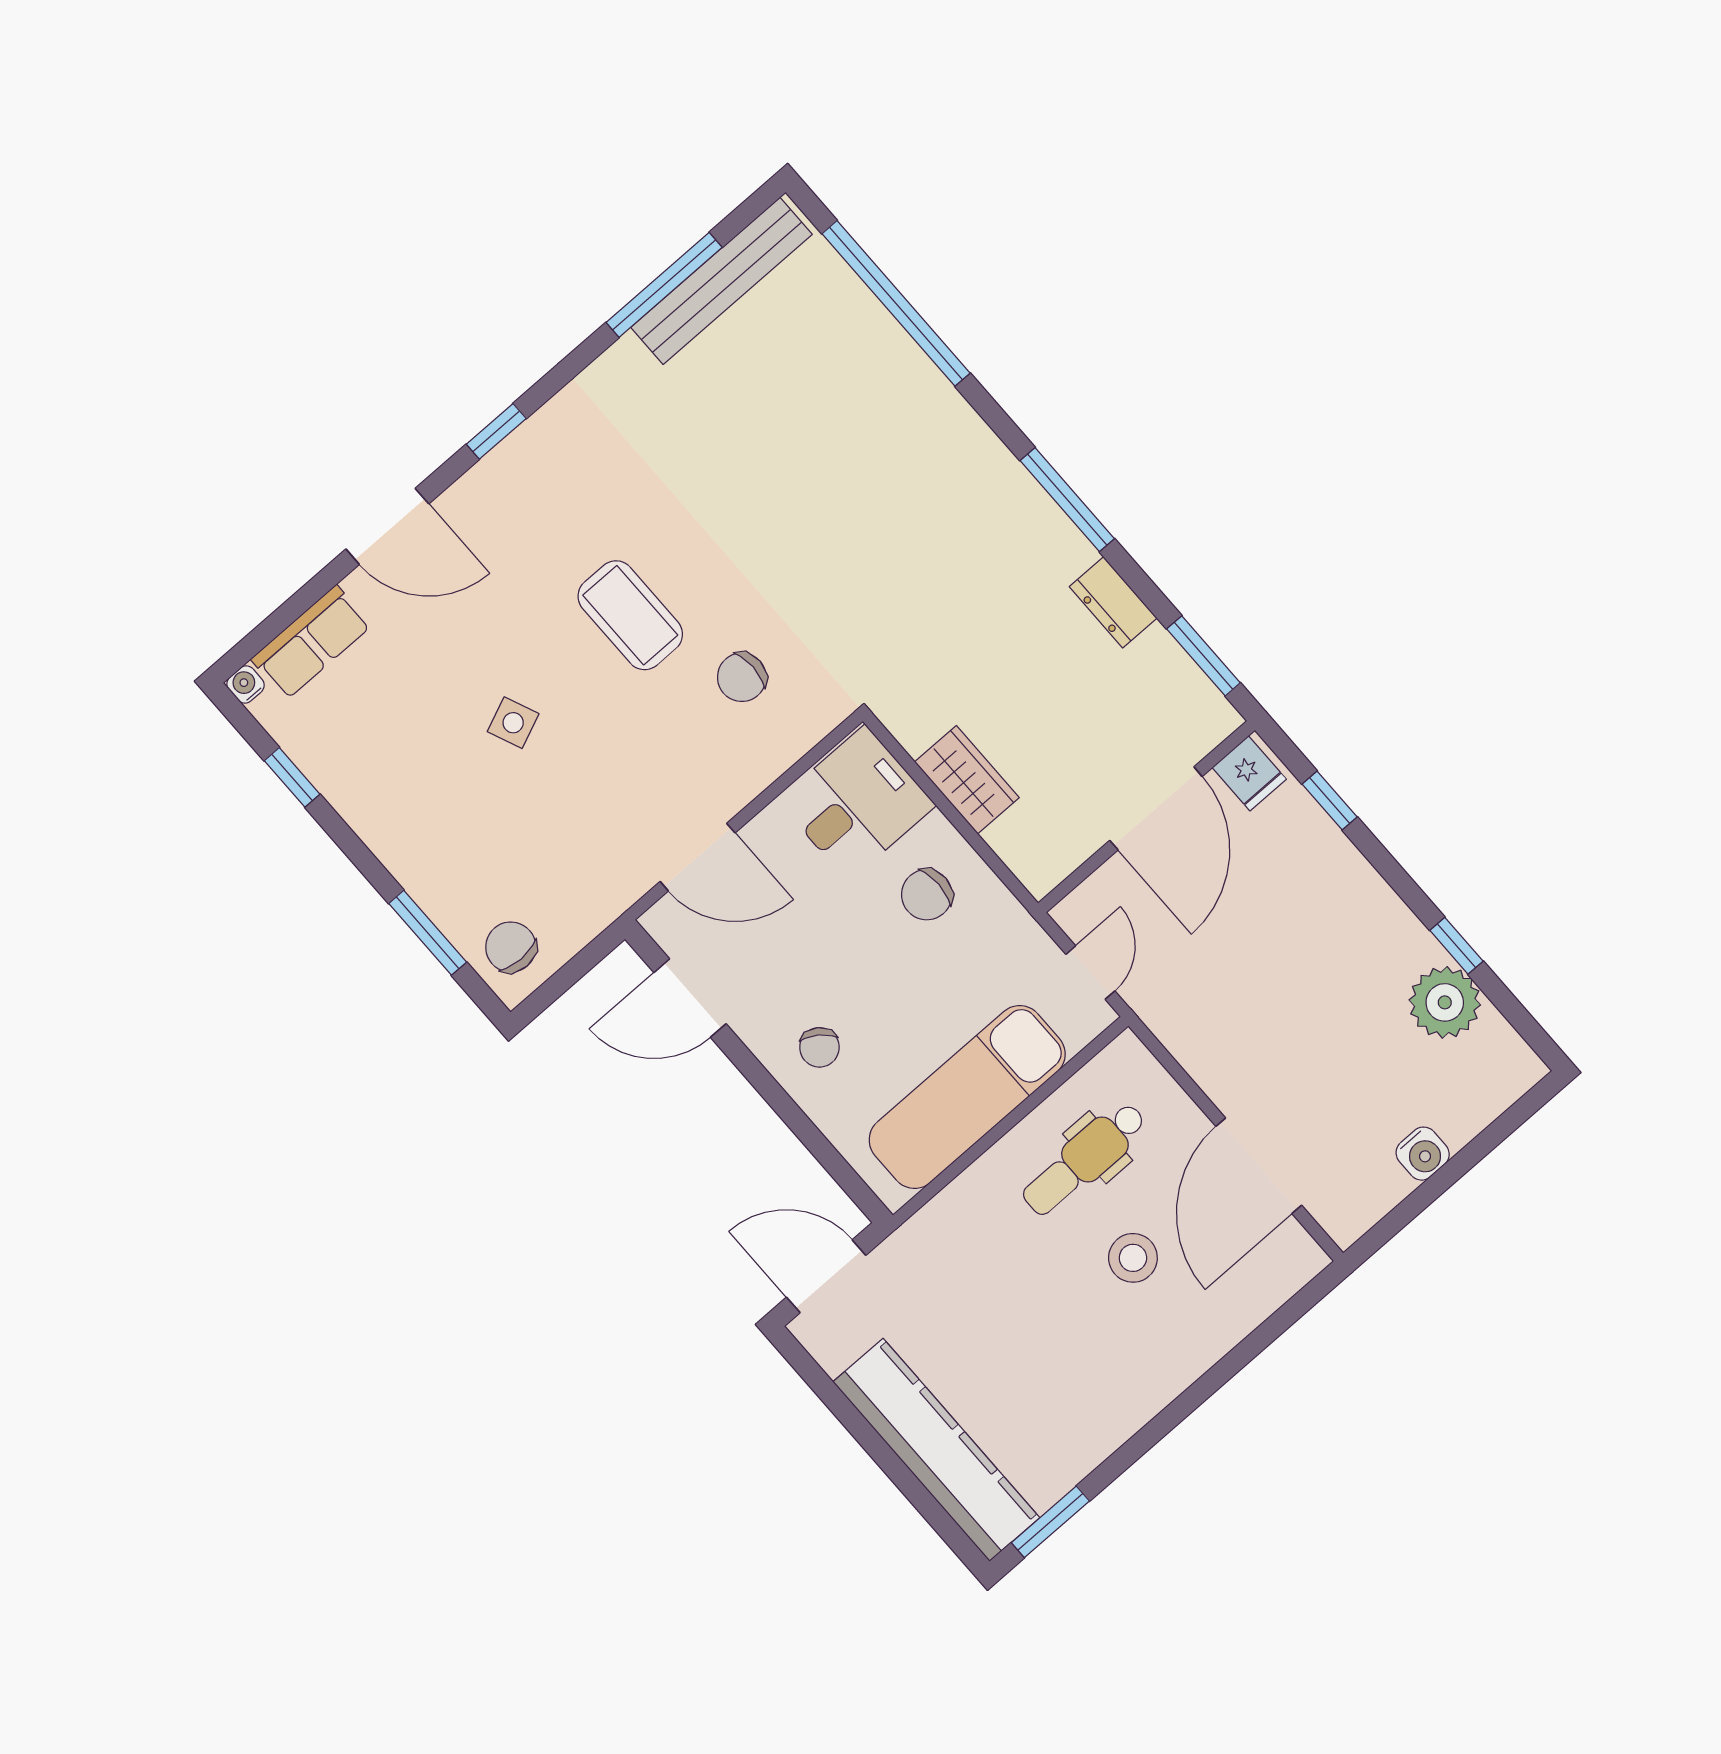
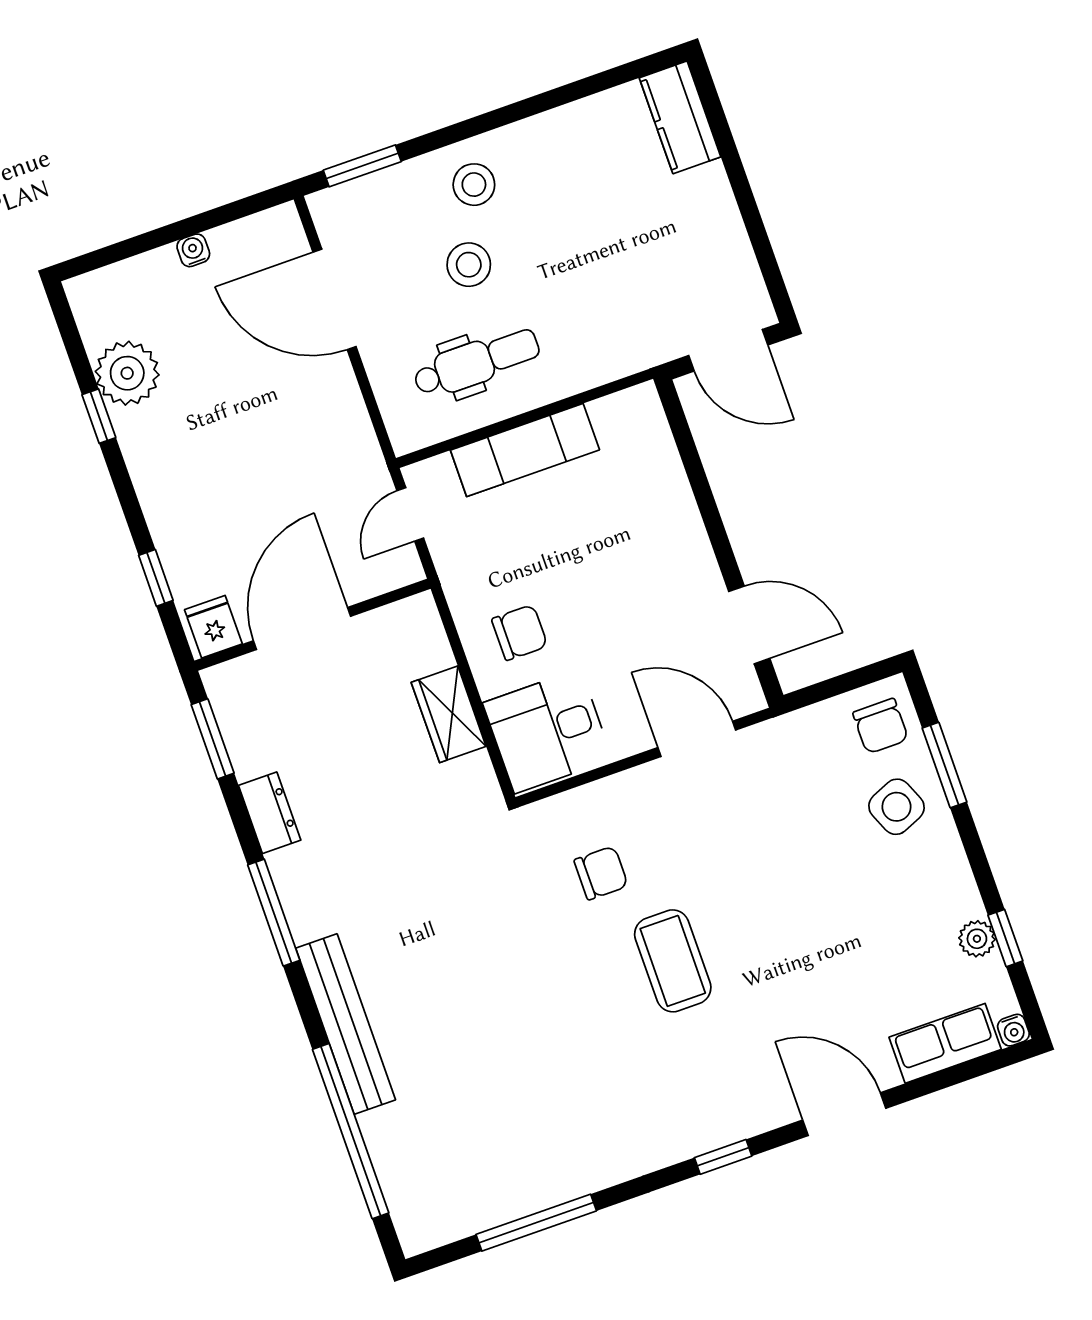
bench: (722, 281) -> (346, 1024), moved, turned 90
side table: (513, 723) -> (896, 807), moved, width x1.37, depth x1.37
plant: (322, 765) -> (977, 939), added
chair: (819, 1047) -> (659, 542), removed
exam couch: (967, 1097) -> (525, 450), width x0.73, depth x0.69
water cooler: (1423, 1154) -> (193, 250), width x0.72, depth x0.72
door: (1259, 1166) -> (334, 299), swing flipped
stool: (1161, 1344) -> (474, 185), added
kitchen counter: (936, 1450) -> (680, 117), width x0.48, depth x0.86
window: (1050, 1522) -> (362, 166), moved

